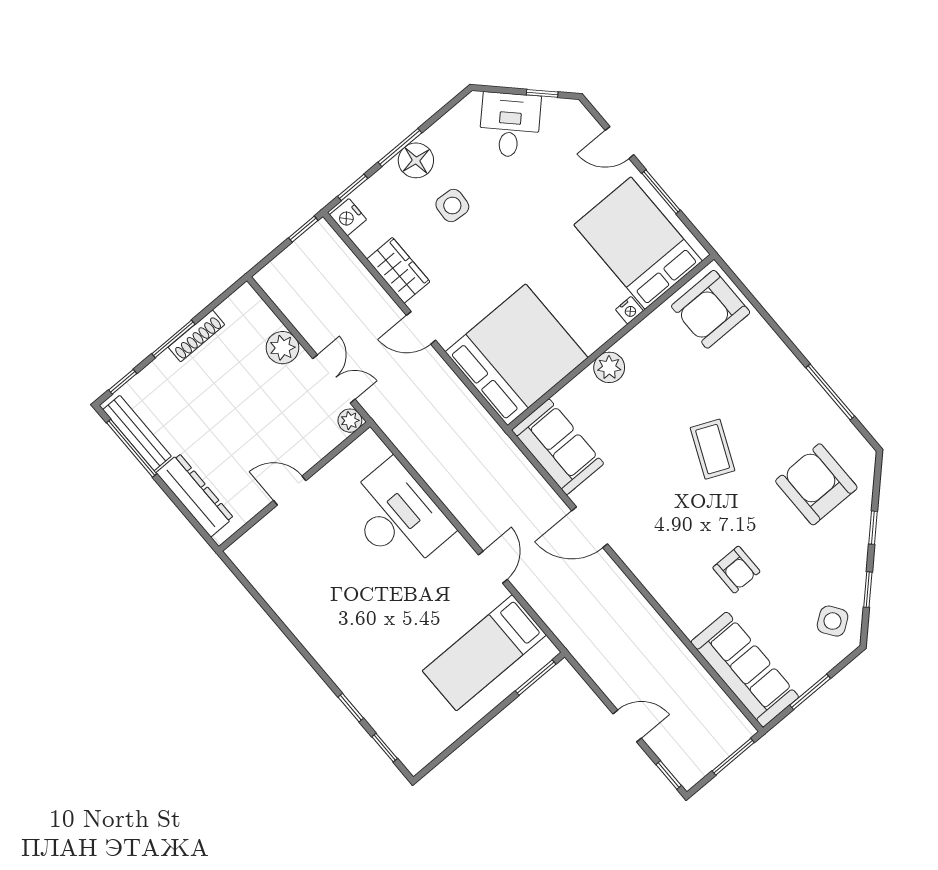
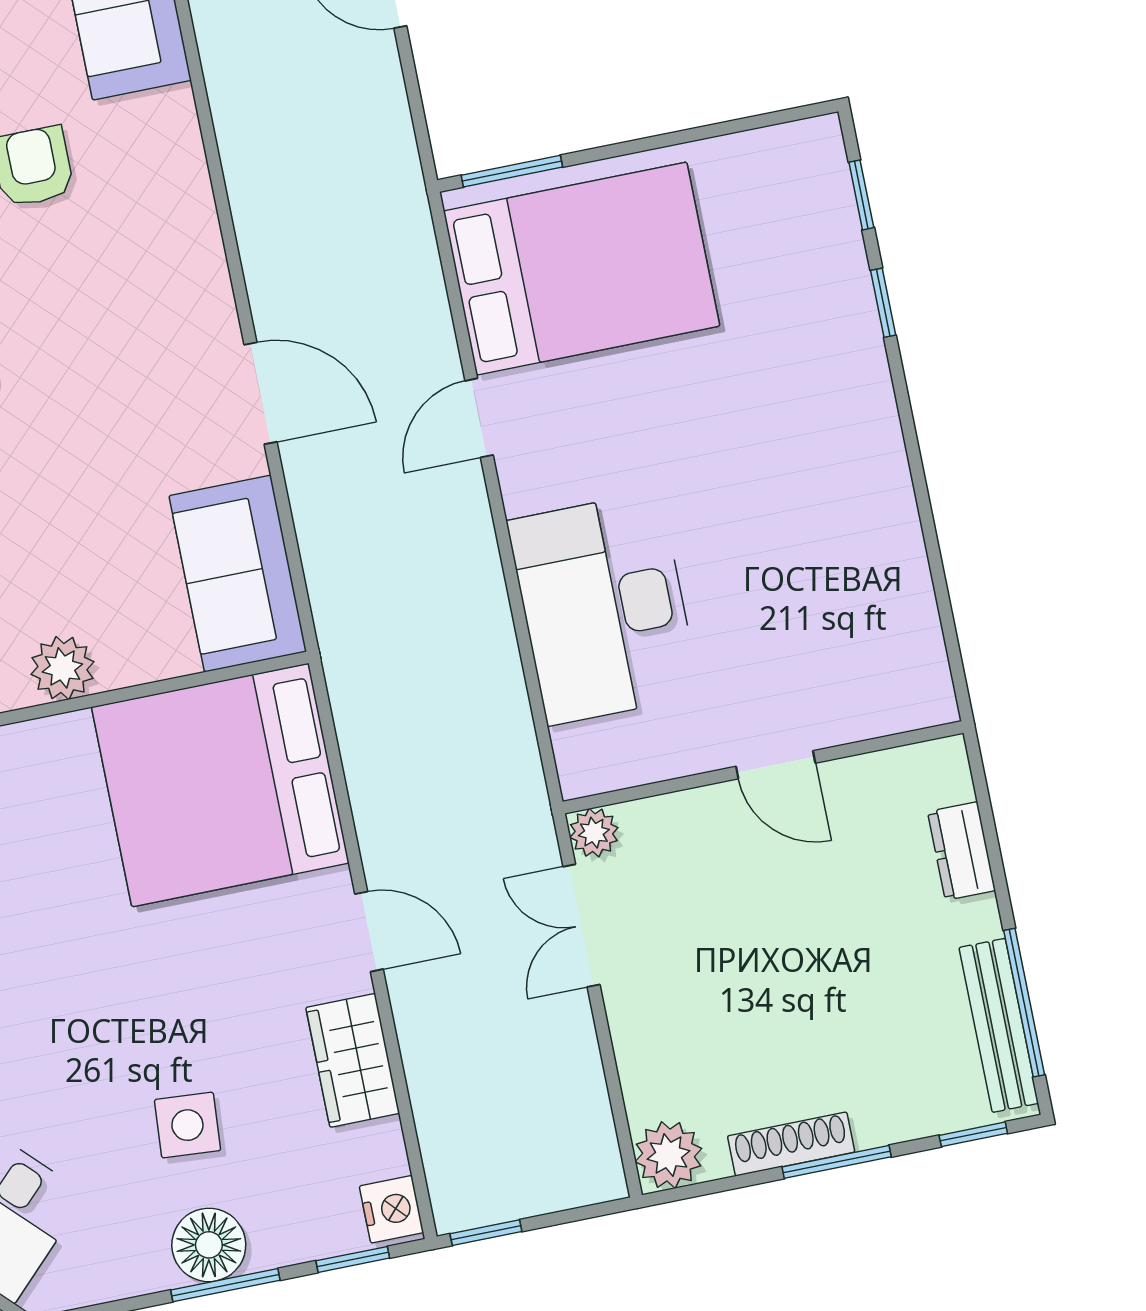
plant: (282, 348) -> (668, 1155), moved
dresser: (195, 495) -> (962, 851), width x0.51, depth x0.80
bed: (484, 653) -> (582, 269), width x1.50

